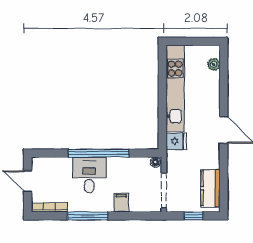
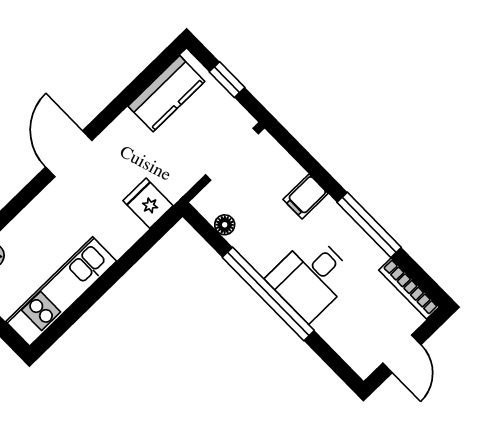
kitchen unit: (175, 88) -> (61, 291), width x0.73
floor lamp: (155, 162) -> (225, 225), moved

